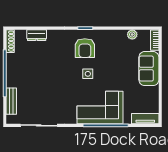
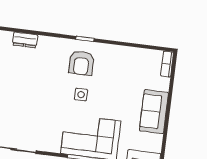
plant: (132, 35) -> (141, 54), removed
sofa: (149, 69) -> (154, 112), moved

